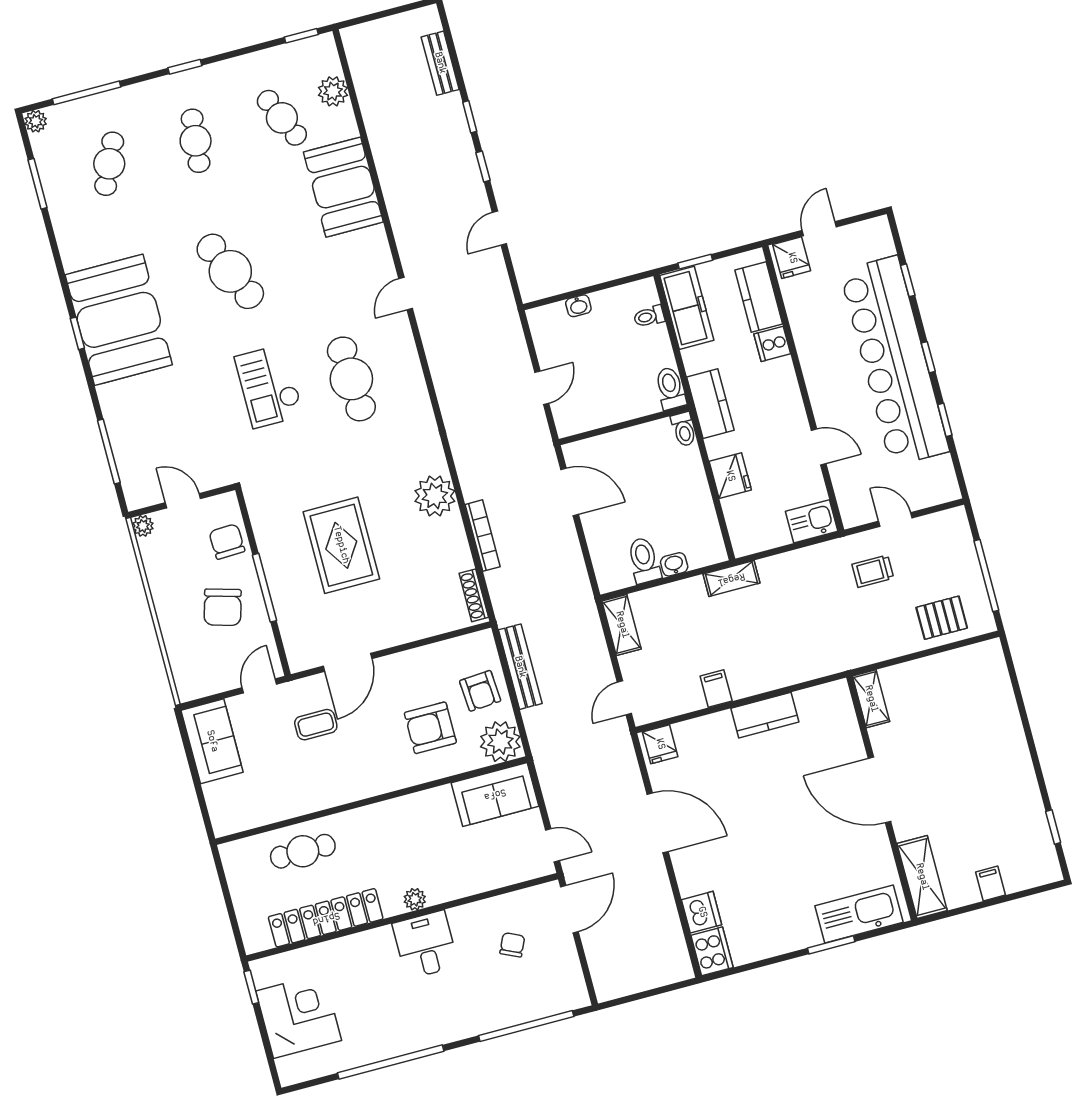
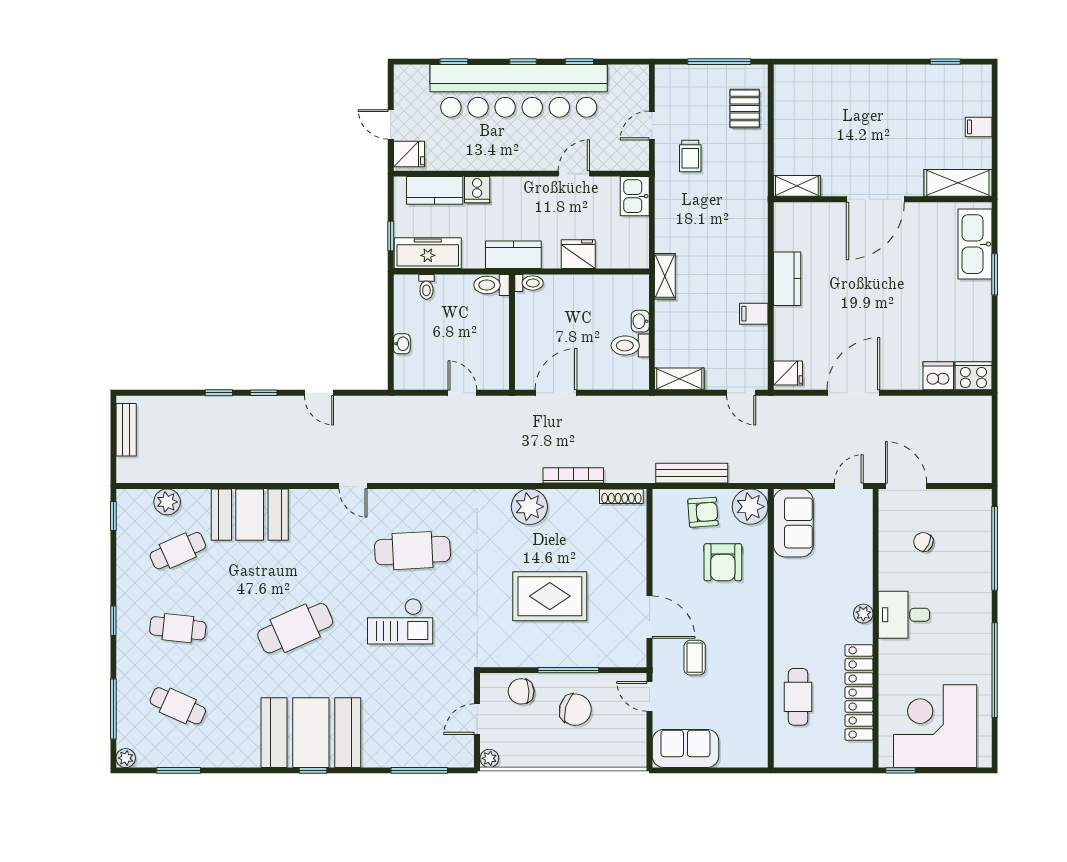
bench: (440, 63) -> (126, 430), moved, turned 90
corner desk: (299, 1016) -> (935, 726), width x1.36, depth x1.36

